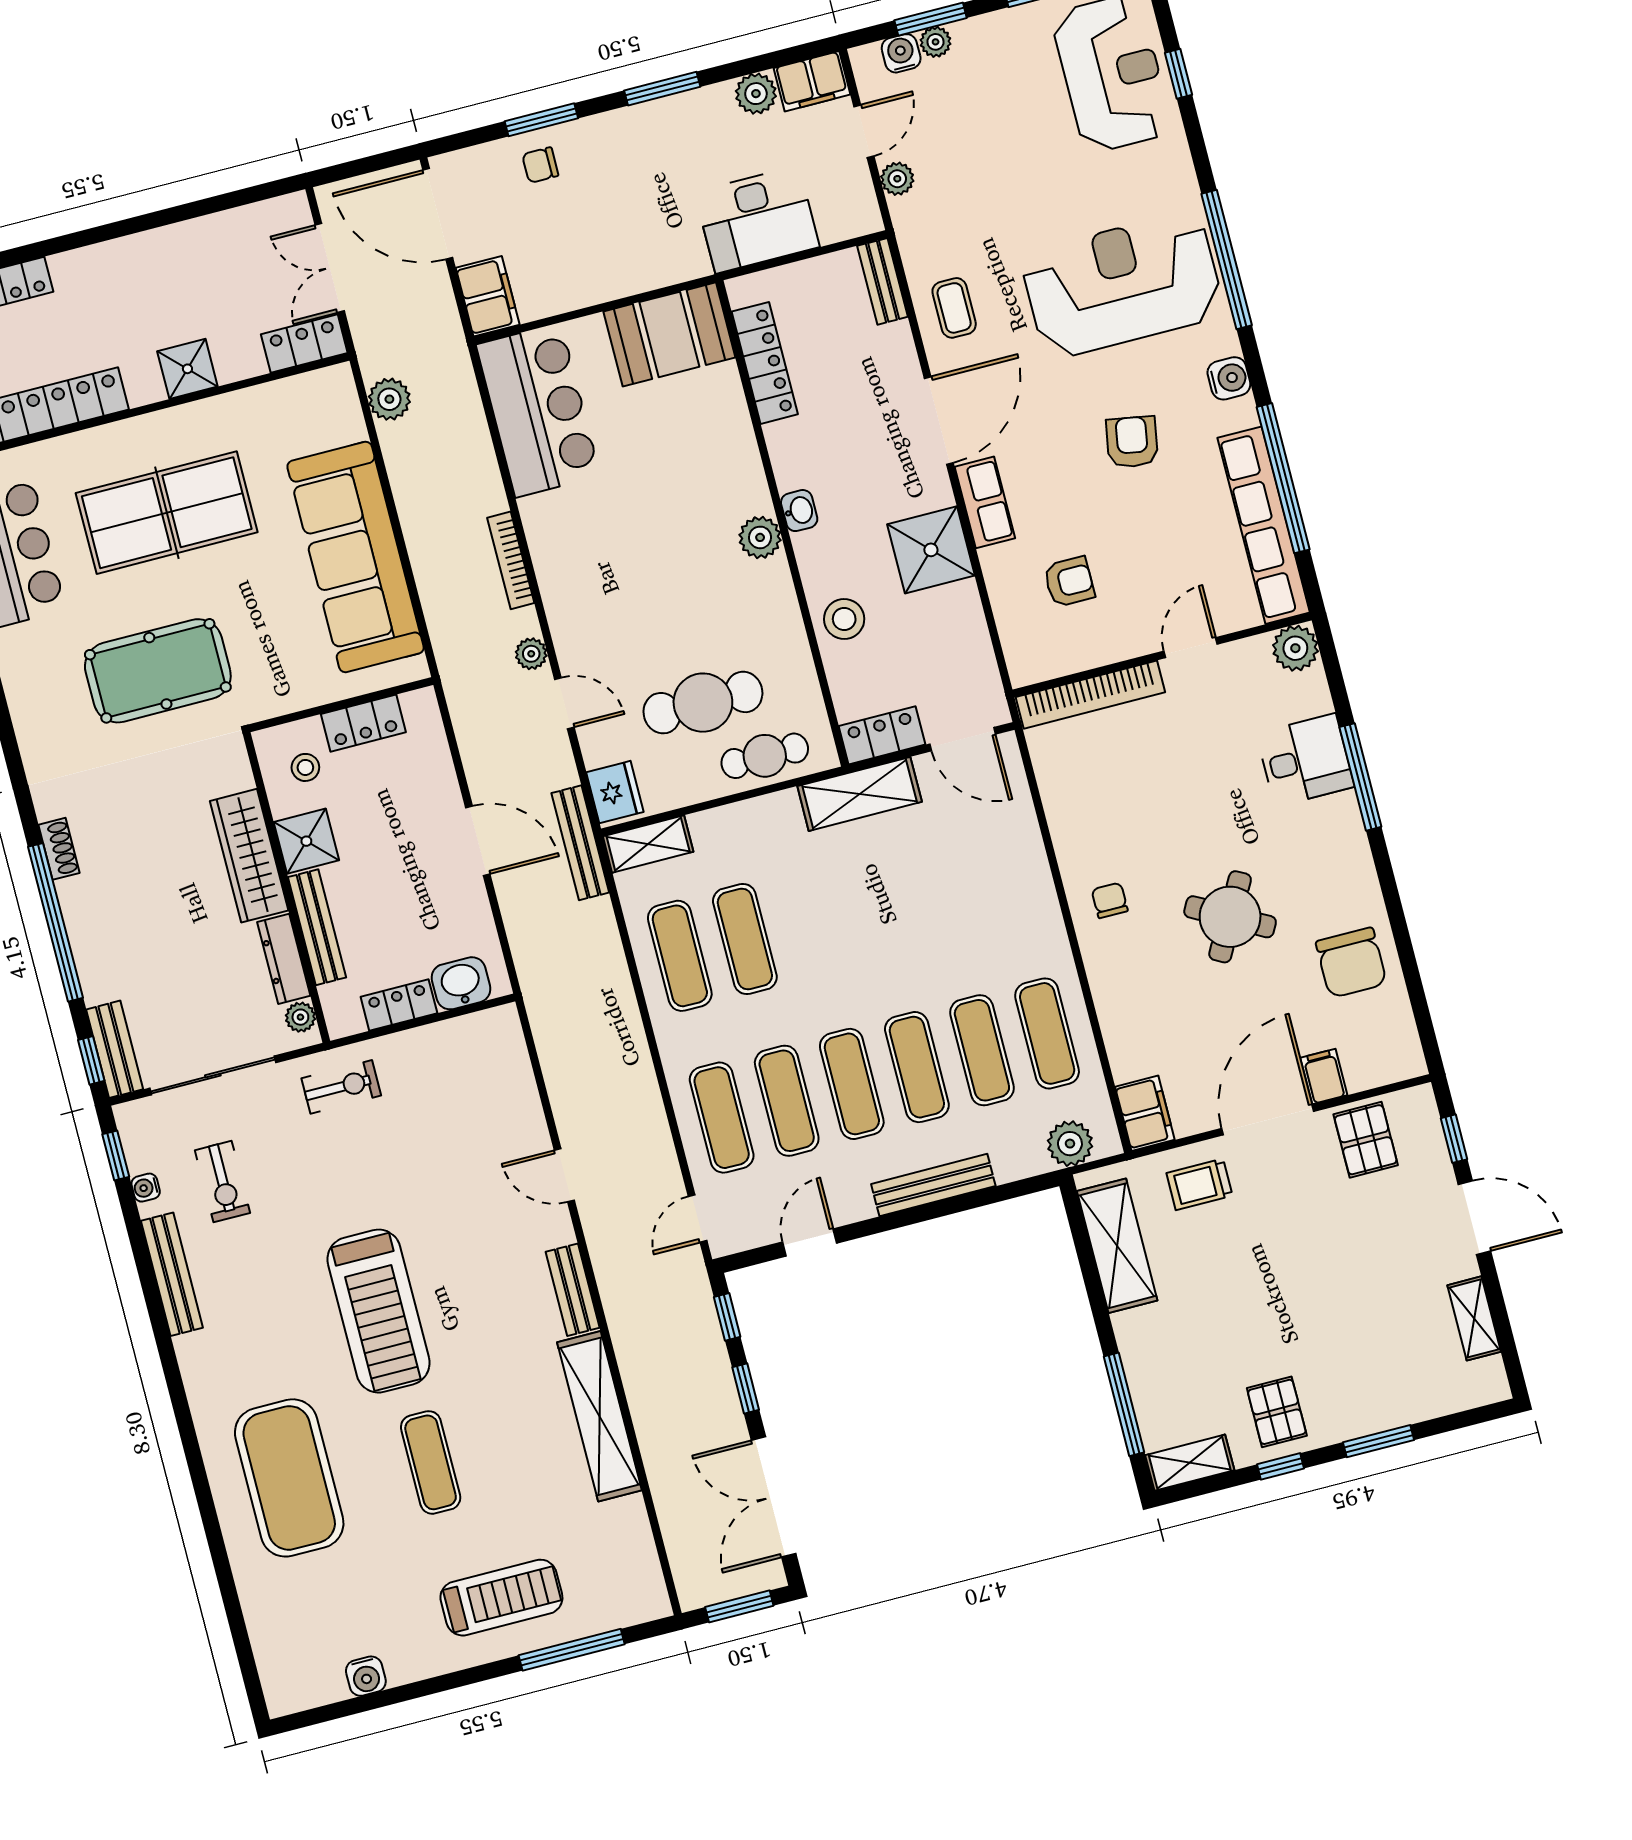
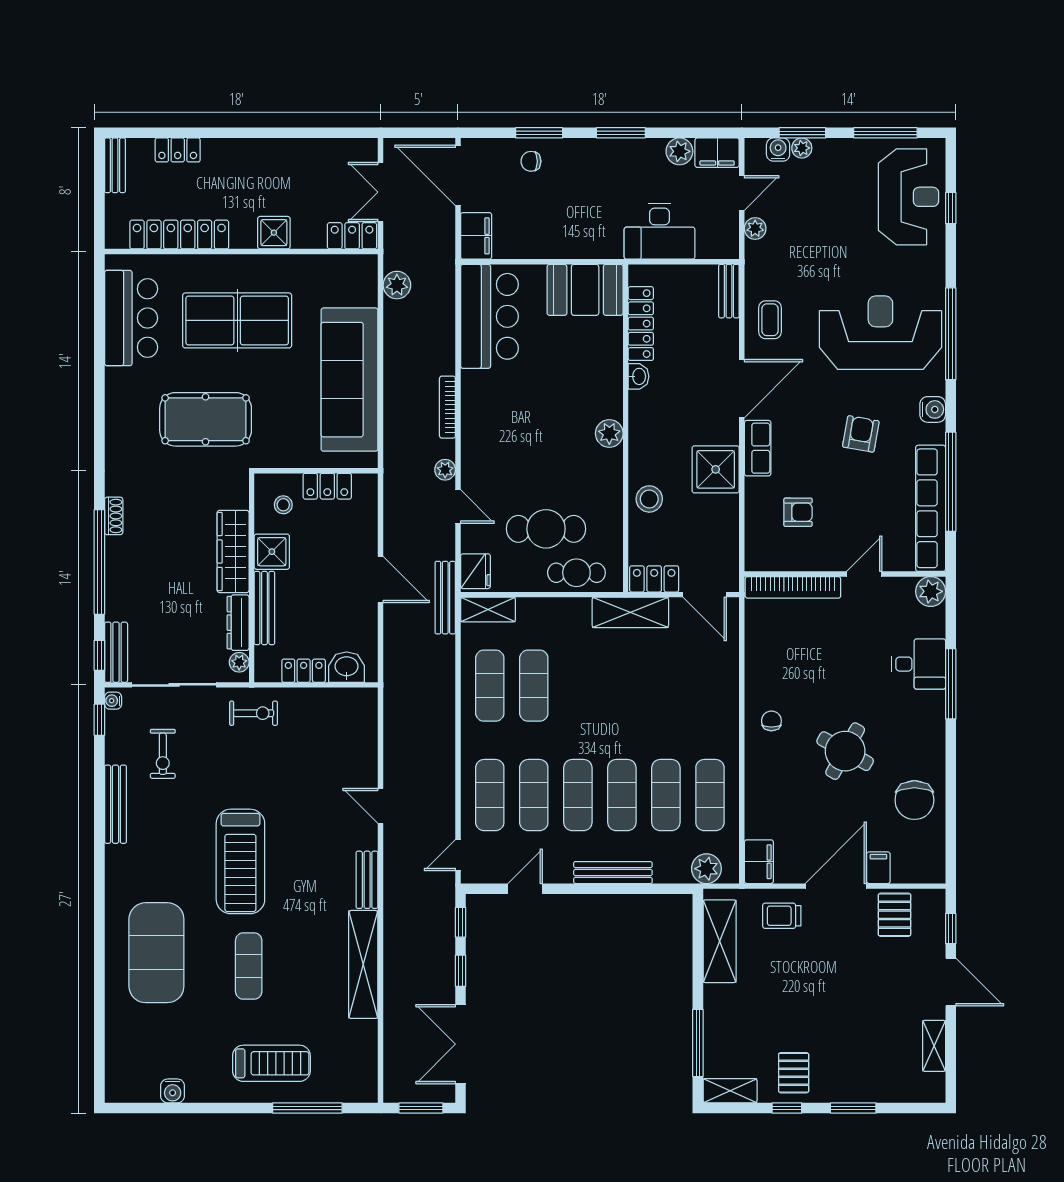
washbasin: (799, 511) -> (639, 376), moved
water cooler: (146, 1188) -> (113, 701), moved

